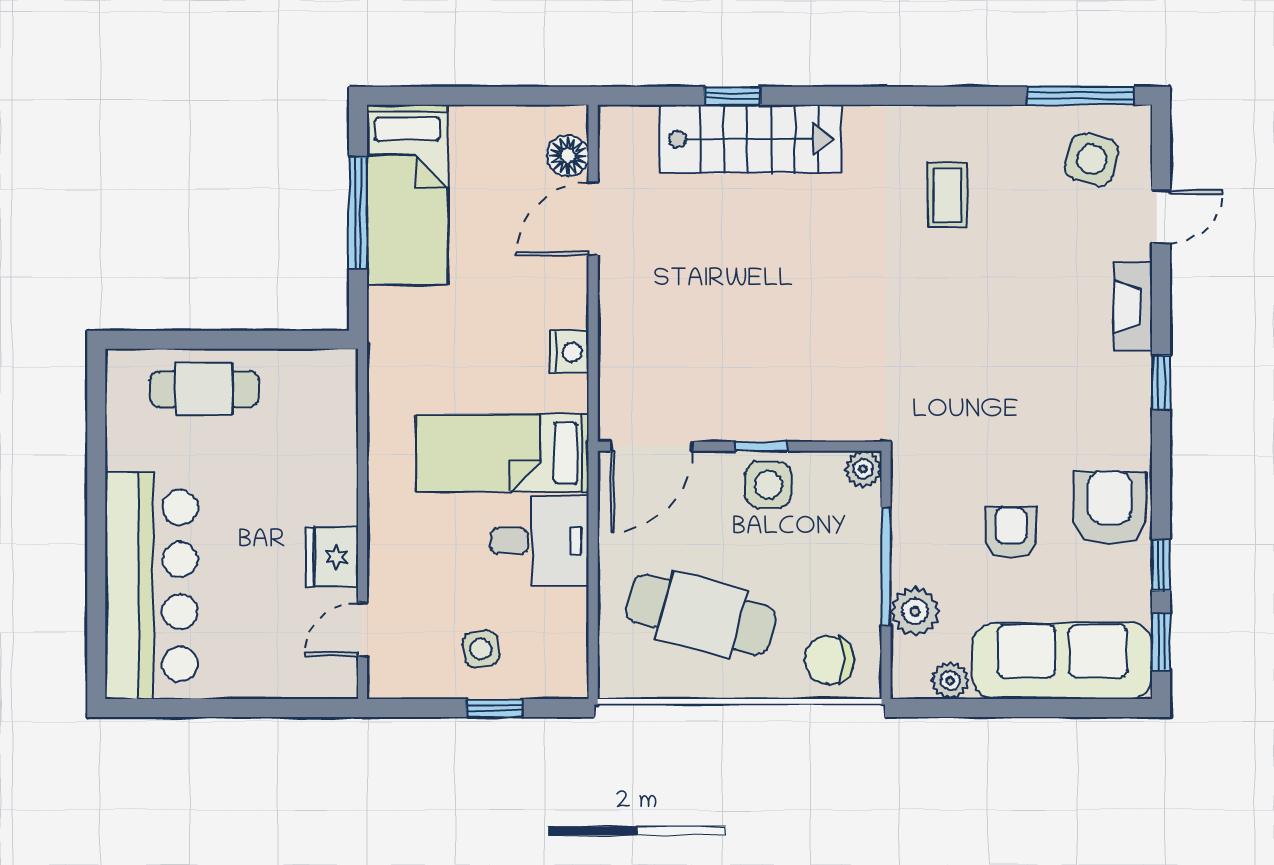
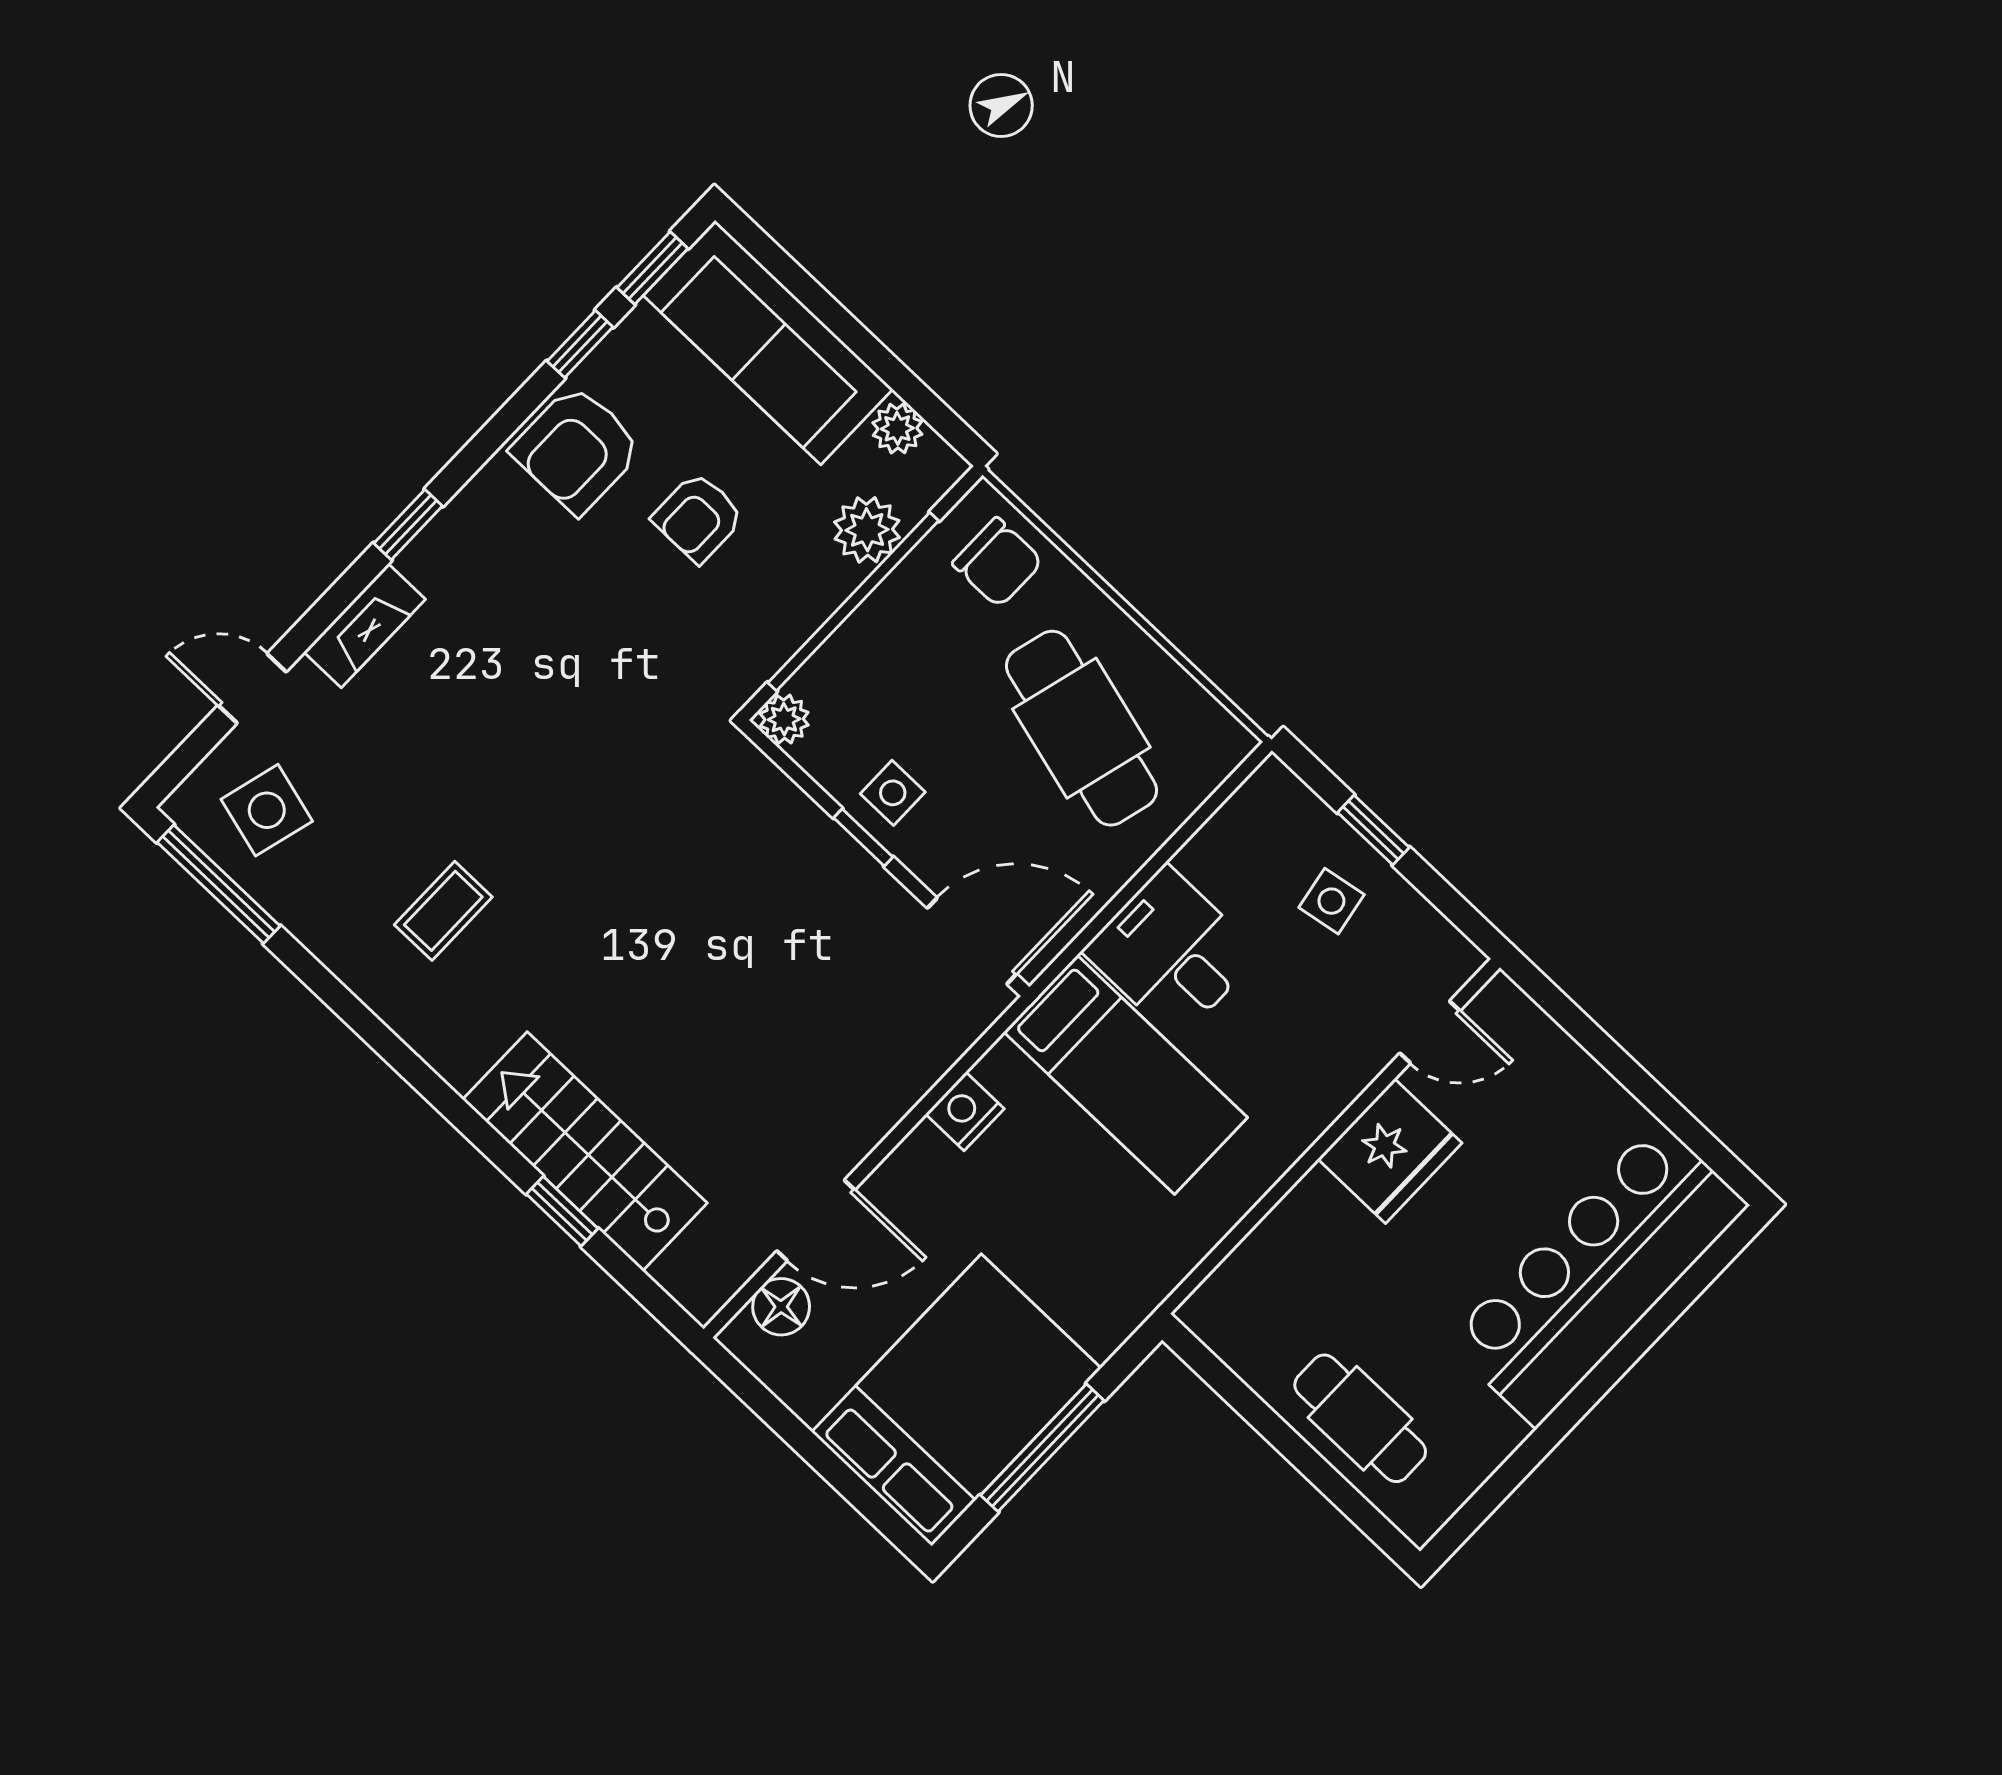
bed: (407, 195) -> (956, 1400), width x1.50
side table: (768, 485) -> (893, 793), width x0.73, depth x0.73
fridge: (332, 557) -> (1390, 1151), width x1.36, depth x1.34
window: (886, 566) -> (853, 602), width x1.46

